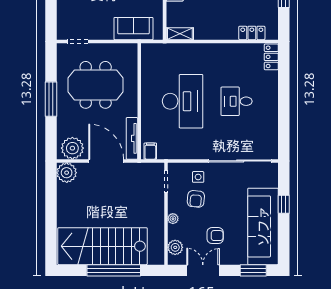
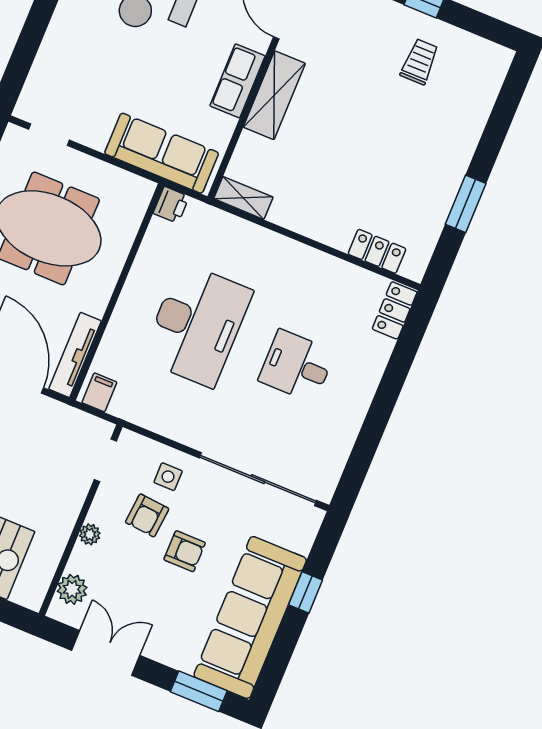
sofa: (133, 29) -> (162, 153), width x1.36
printer: (148, 51) -> (171, 205), added
armchair: (215, 236) -> (185, 551), moved

